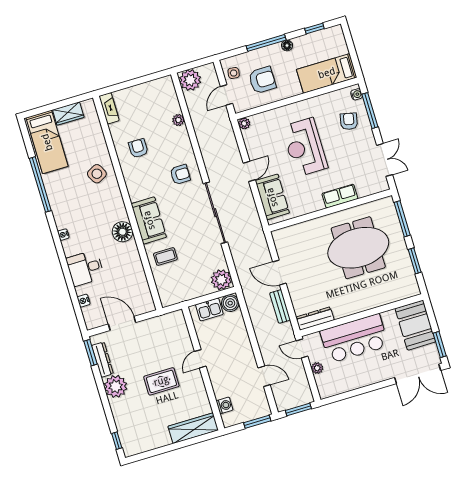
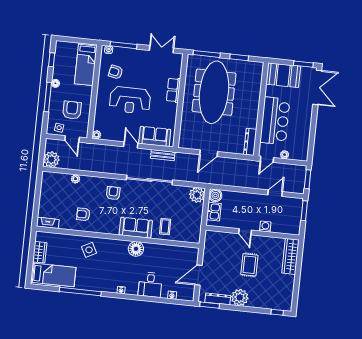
armchair: (349, 121) -> (116, 72), moved
meeting table: (358, 248) -> (214, 92), width x1.36
bench: (280, 306) -> (163, 155), moved
washing machine: (225, 405) -> (265, 227), moved

